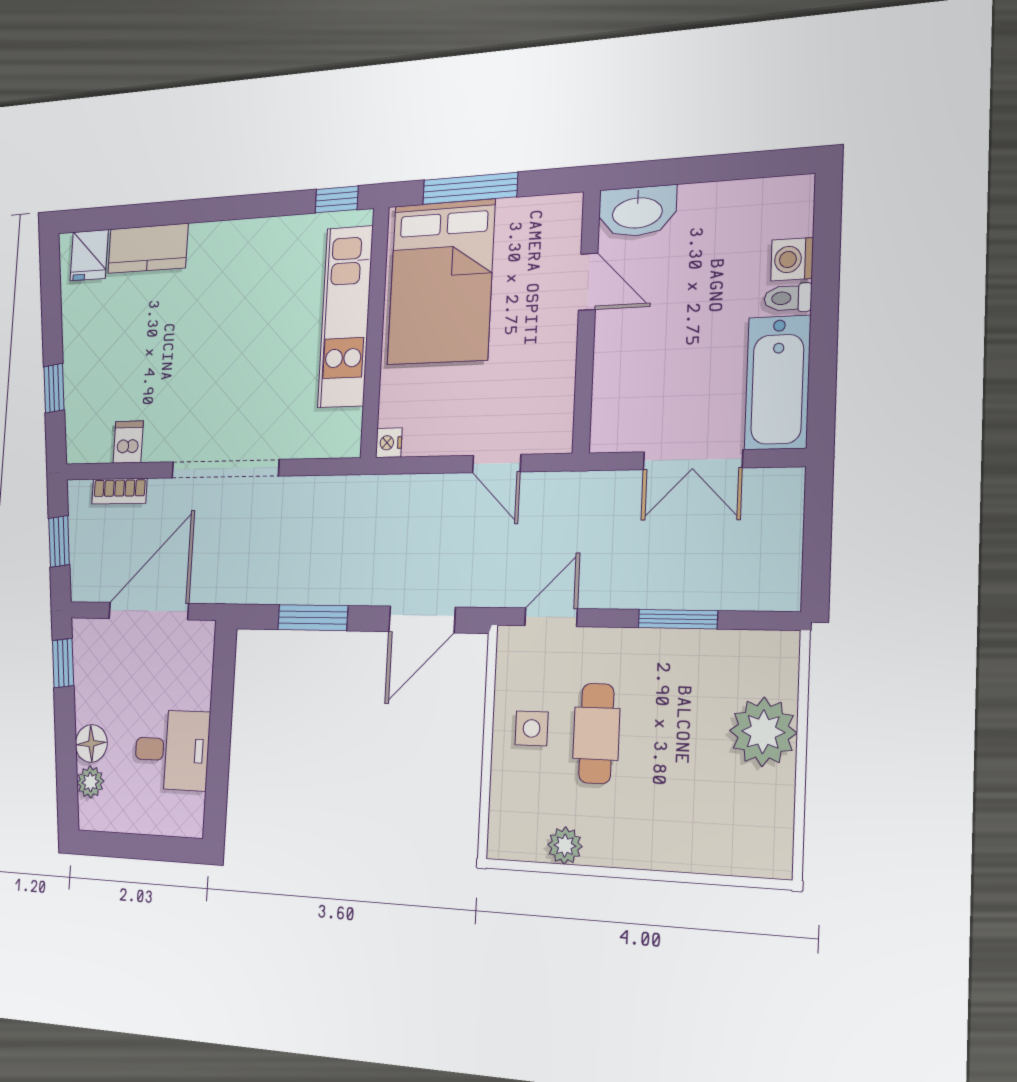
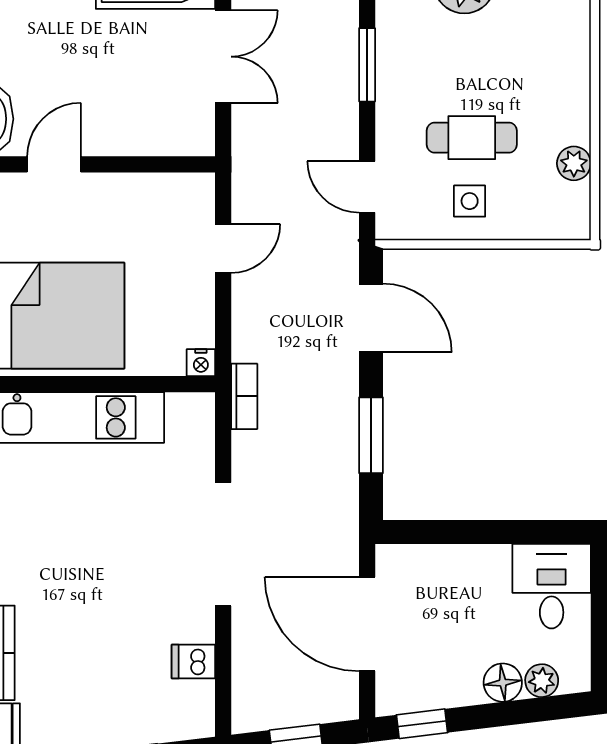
bookcase: (119, 491) -> (244, 396), moved
desk: (172, 750) -> (552, 586), moved

